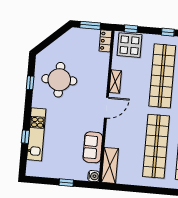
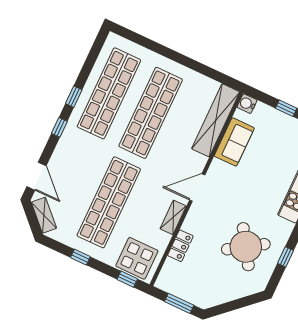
locker: (105, 41) -> (180, 246), moved
round table: (59, 80) -> (246, 247), turned -33
shelving: (110, 165) -> (216, 120), width x1.47

